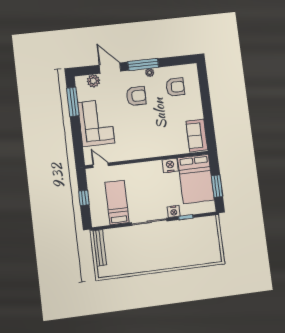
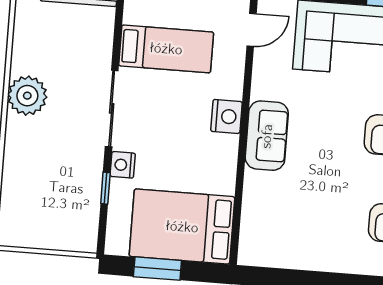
sofa: (197, 135) -> (267, 136), moved, turned 90
nightstand: (170, 165) -> (226, 116), moved
plant: (151, 262) -> (27, 96), added

